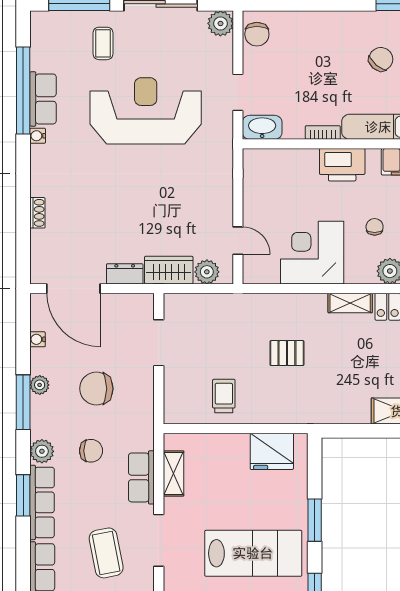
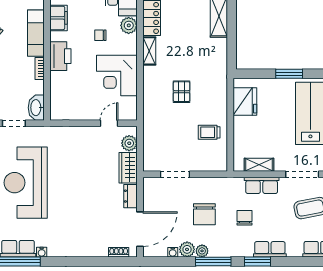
shoe rack: (37, 213) -> (119, 252), moved
plant: (42, 451) -> (187, 249), moved
window: (23, 495) -> (257, 261), moved
row of seats: (42, 502) -> (270, 249), width x0.68

